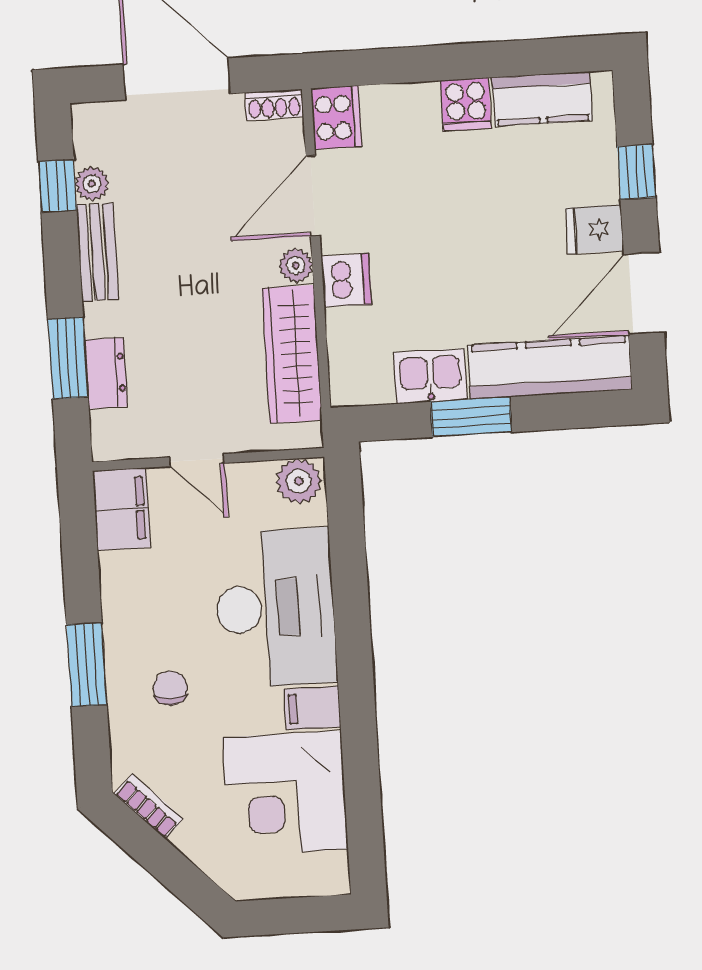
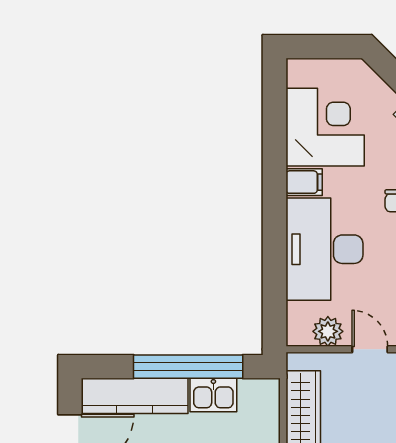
window: (471, 417) -> (188, 367), width x2.11
plant: (299, 481) -> (328, 331), moved

